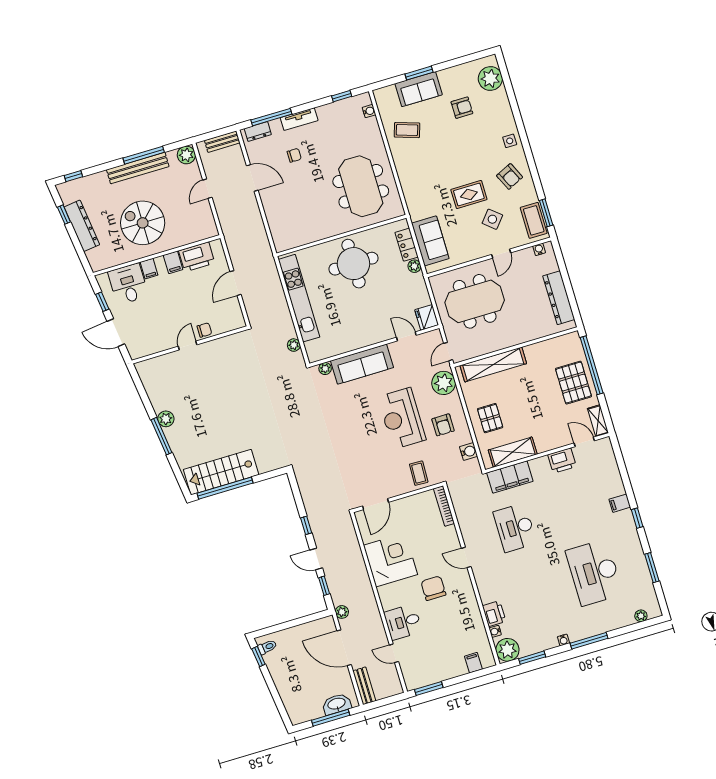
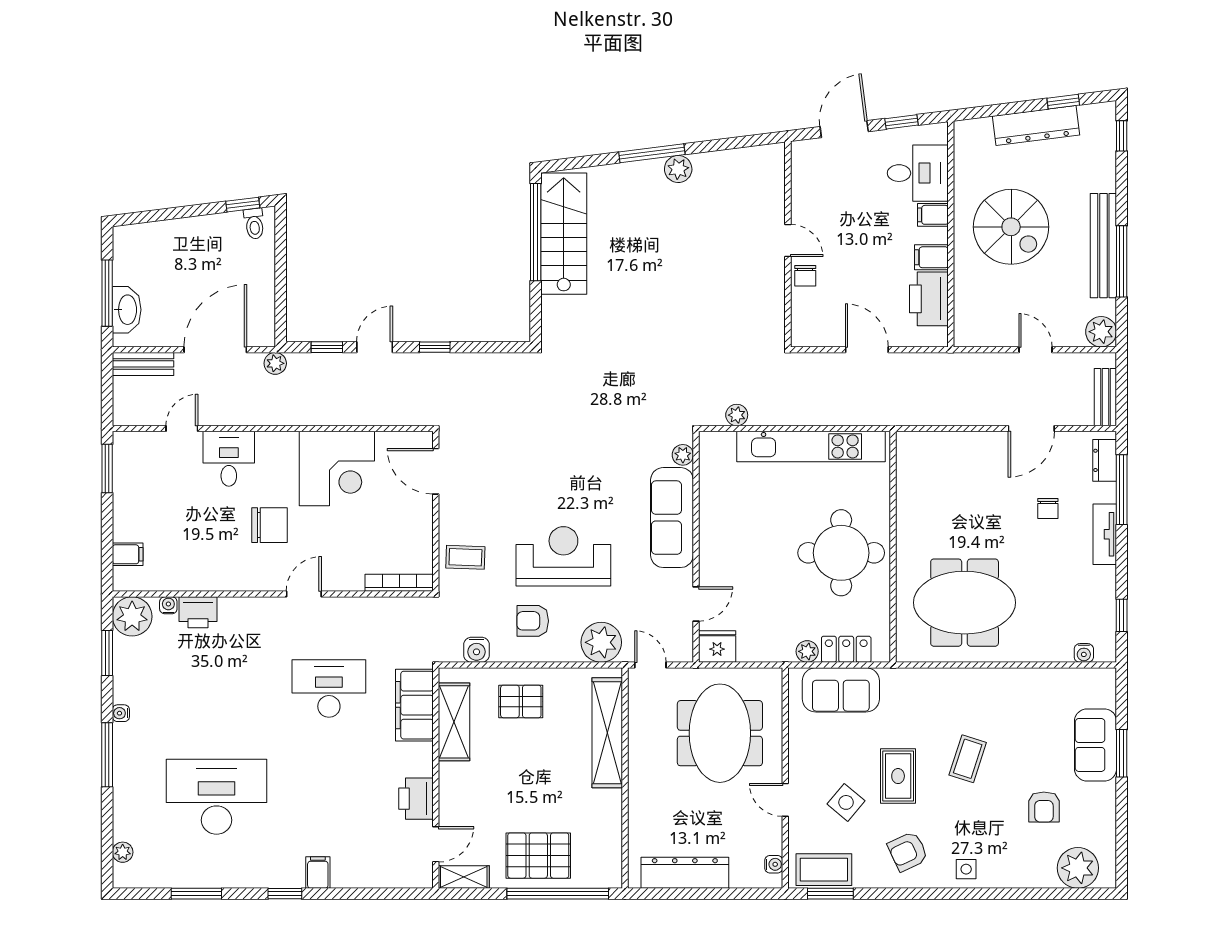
coffee table: (407, 130) -> (968, 759), moved
spiral stairs: (143, 223) -> (1011, 227), turned 90

